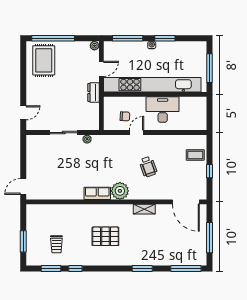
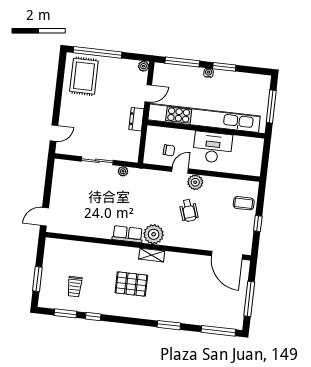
plant: (151, 142) -> (195, 182), added
shelving: (144, 209) -> (152, 255), moved

